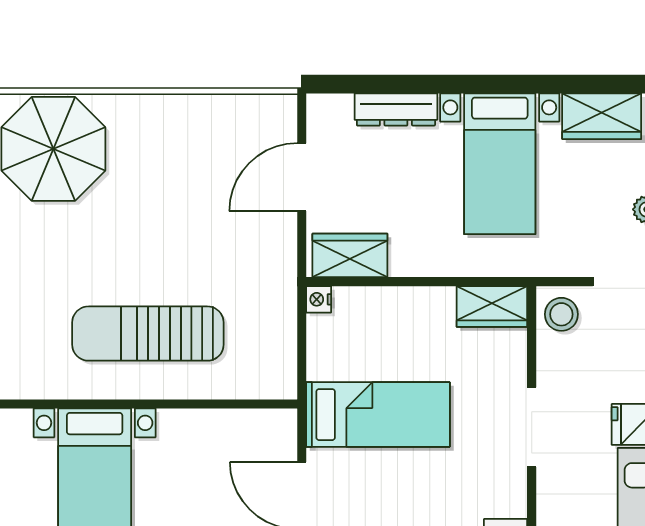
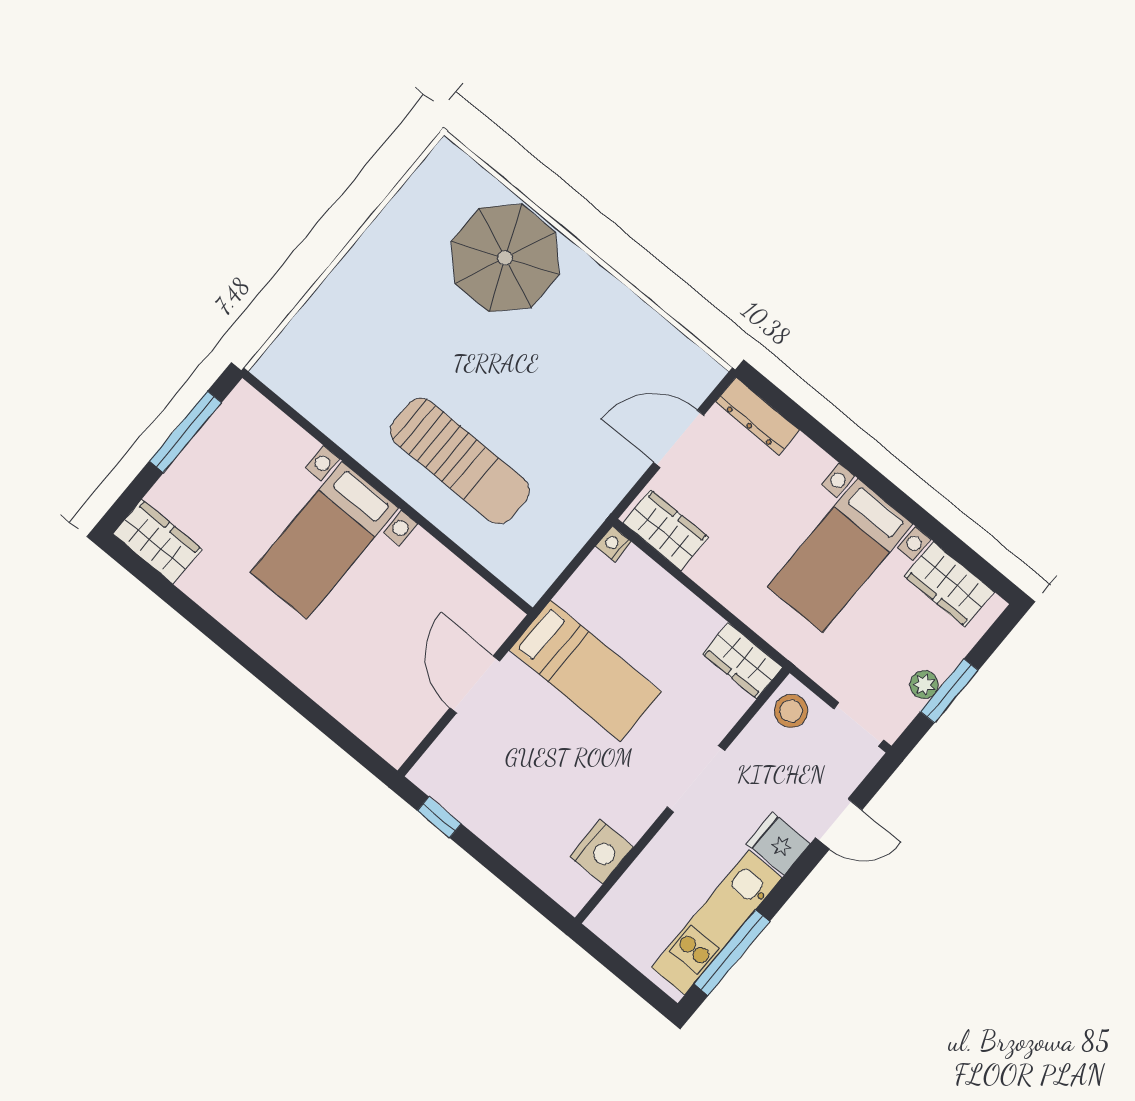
dresser: (396, 109) -> (757, 416), moved
sun lounger: (148, 334) -> (460, 461), turned 180

